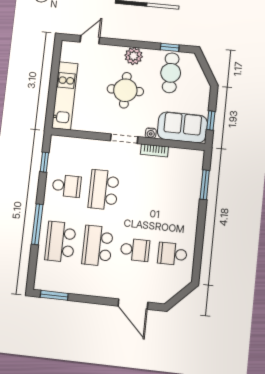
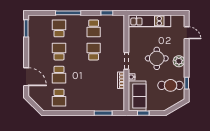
school desk: (104, 190) -> (94, 52), width x0.54
school desk: (60, 242) -> (59, 28), width x0.54
school desk: (98, 246) -> (59, 52), width x0.54
school desk: (172, 254) -> (59, 98), turned 180
door: (133, 304) -> (26, 77), swing flipped

